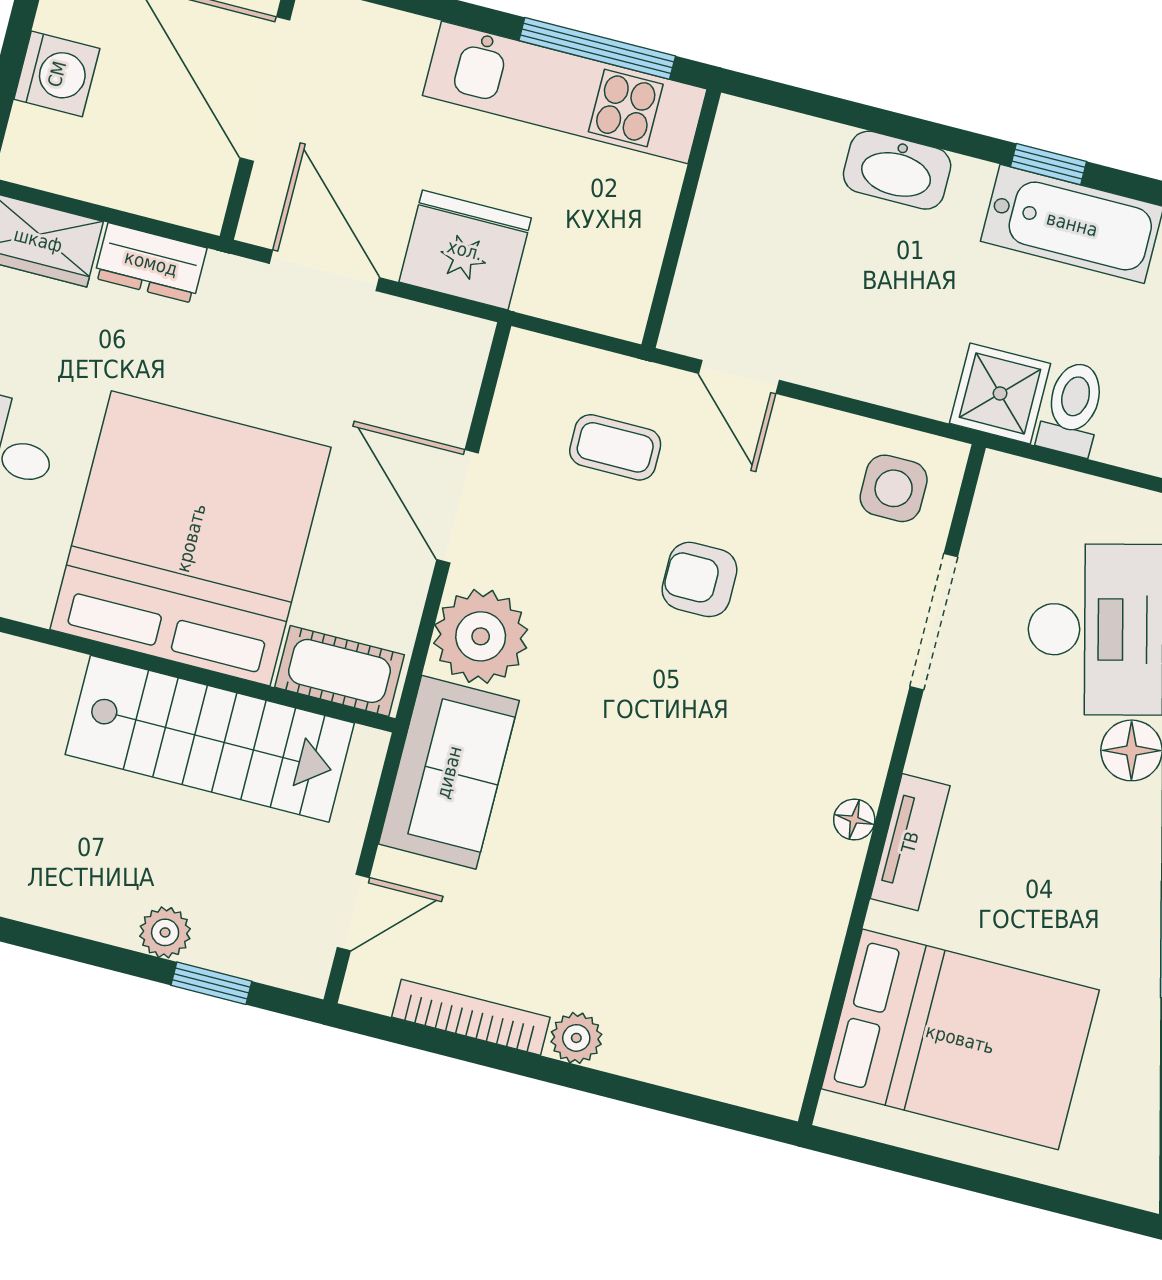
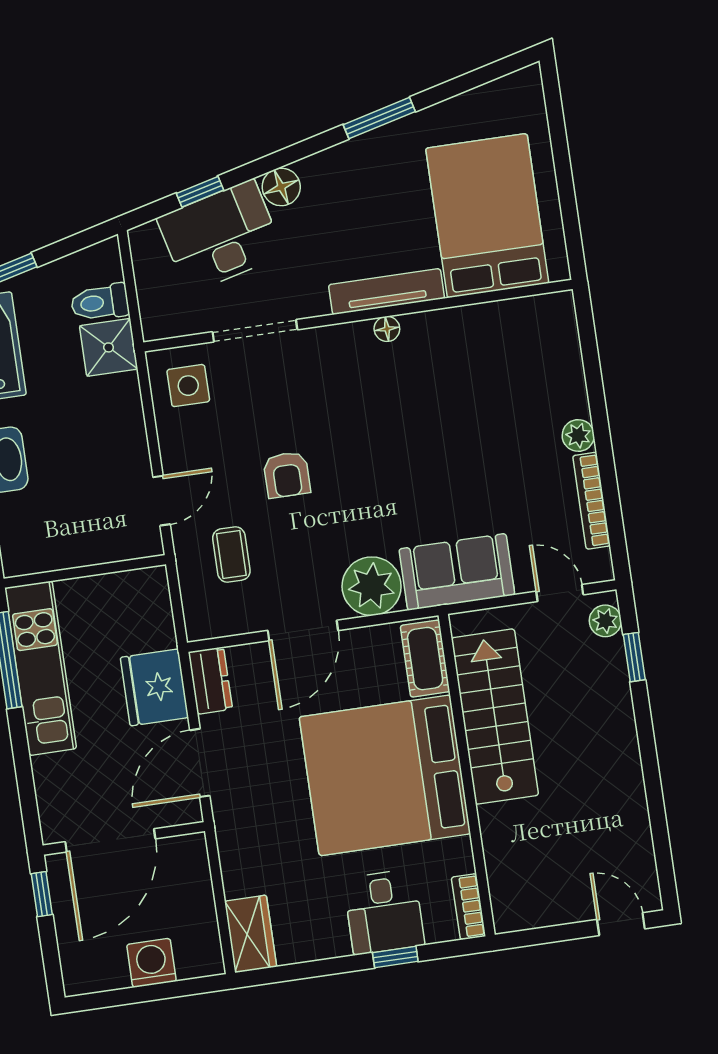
dresser: (151, 263) -> (210, 681), moved
tv unit: (910, 842) -> (387, 292), width x1.41
plant: (165, 932) -> (605, 621), moved

